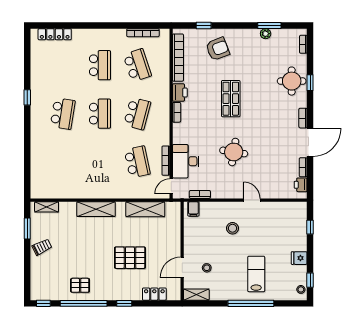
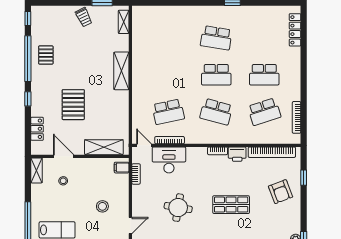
shelving: (145, 209) -> (104, 147), moved, turned 90

